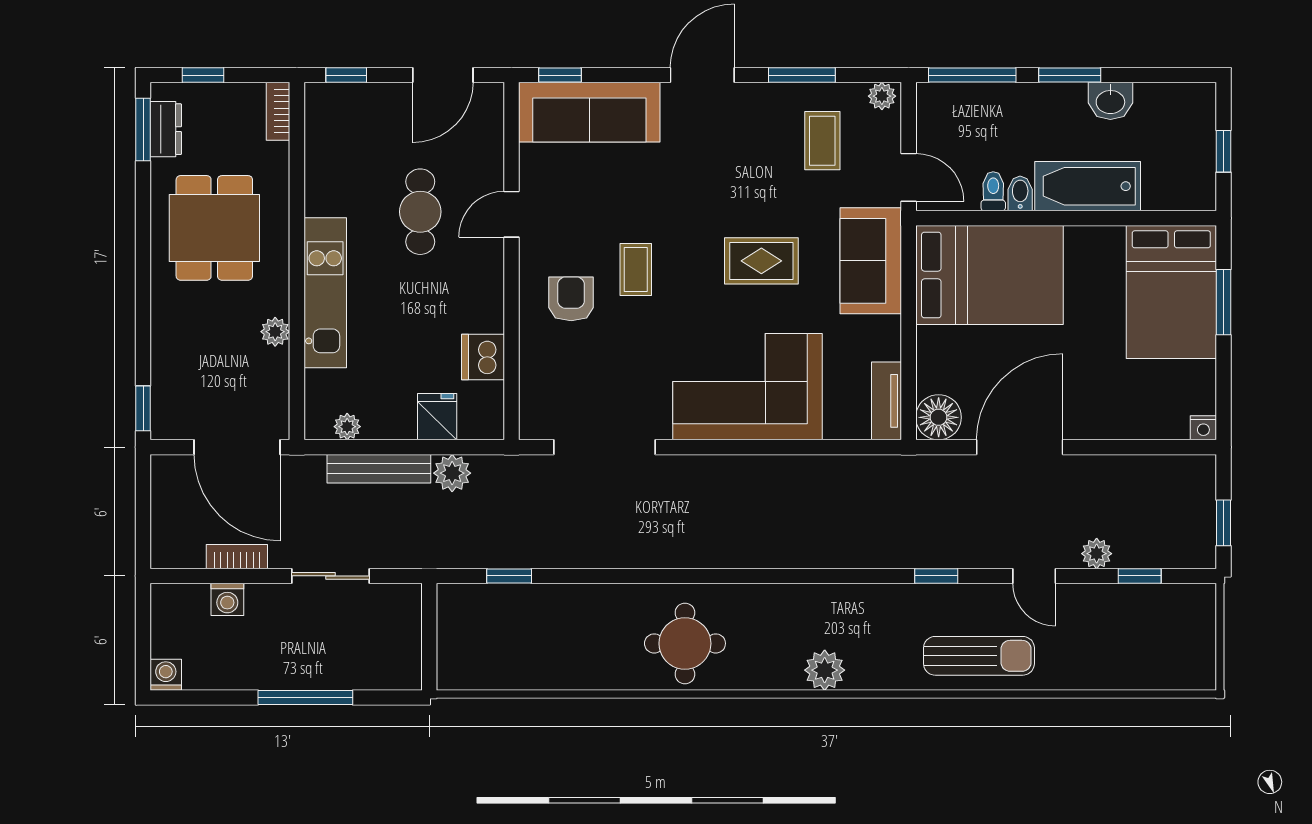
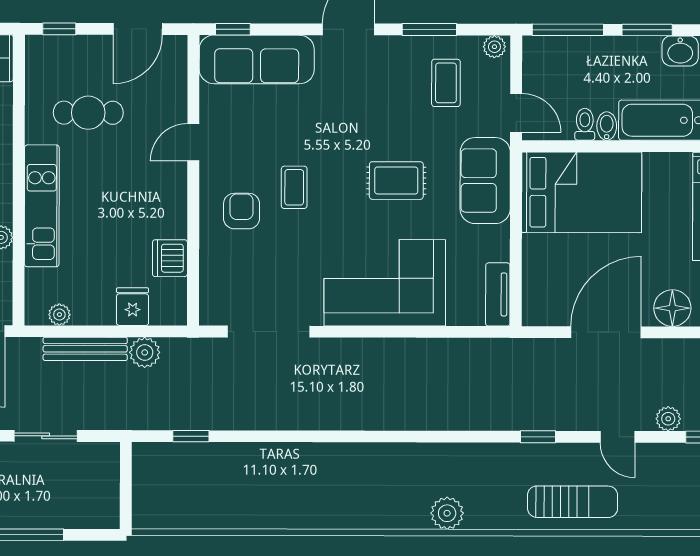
cafe table: (420, 212) -> (88, 113), moved, turned 90
floor lamp: (939, 417) -> (672, 308), moved
round table: (685, 643) -> (334, 491), removed

